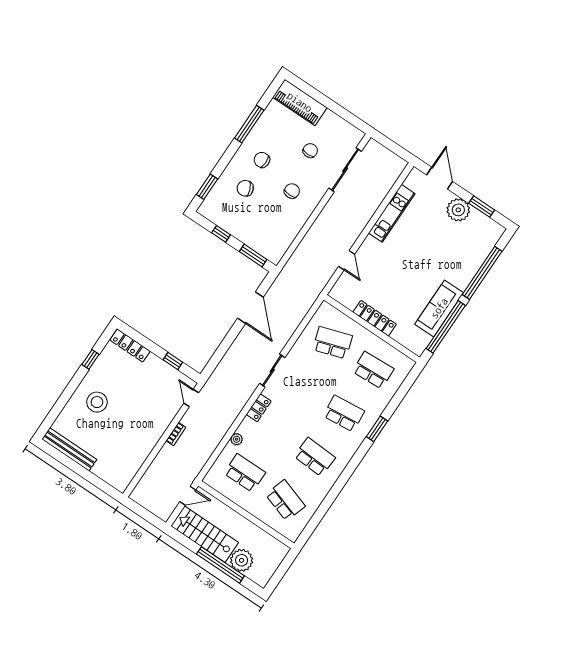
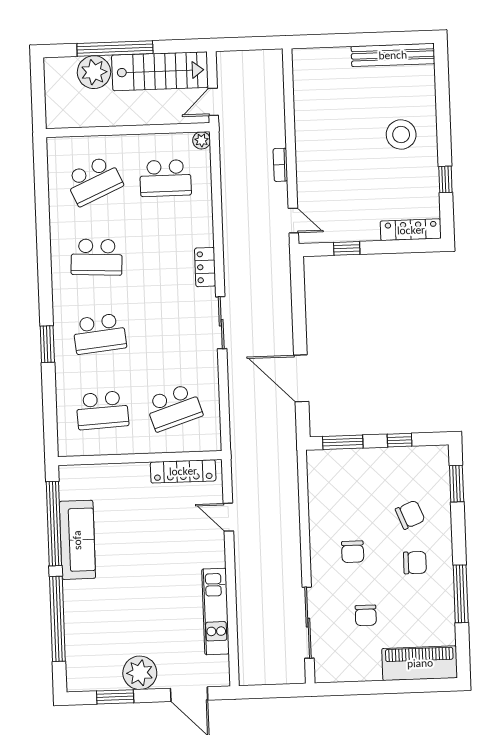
locker: (375, 318) -> (183, 471), moved
plant: (237, 439) -> (202, 140), moved
school desk: (285, 500) -> (94, 181), turned -42

